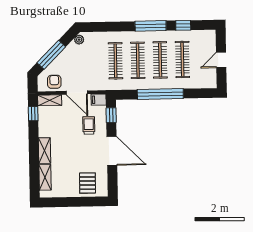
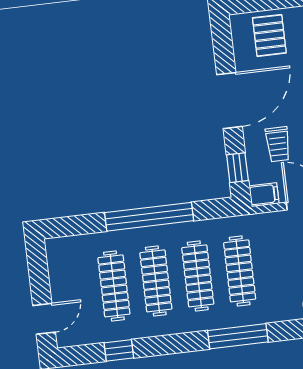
window: (151, 26) -> (238, 336), moved
door: (221, 60) -> (44, 319), moved
door: (112, 151) -> (229, 101), swing flipped

